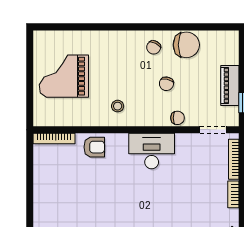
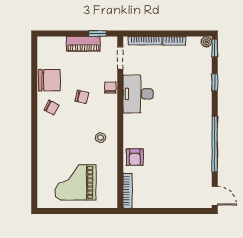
chair: (186, 45) -> (49, 80), turned 90
grand piano: (64, 76) -> (75, 182), turned 90
armchair: (94, 147) -> (135, 157), turned 180
desk: (152, 151) -> (138, 94), moved

